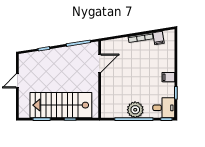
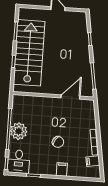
door: (100, 63) -> (70, 97), swing flipped
chair: (143, 72) -> (58, 142), added
filing cabinet: (168, 77) -> (62, 169), moved

